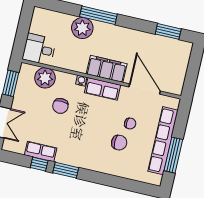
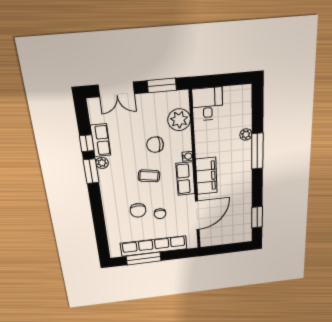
plant: (82, 28) -> (246, 134), width x0.53, depth x0.53
coffee table: (88, 121) -> (149, 176), added
plant: (61, 158) -> (102, 163), added

